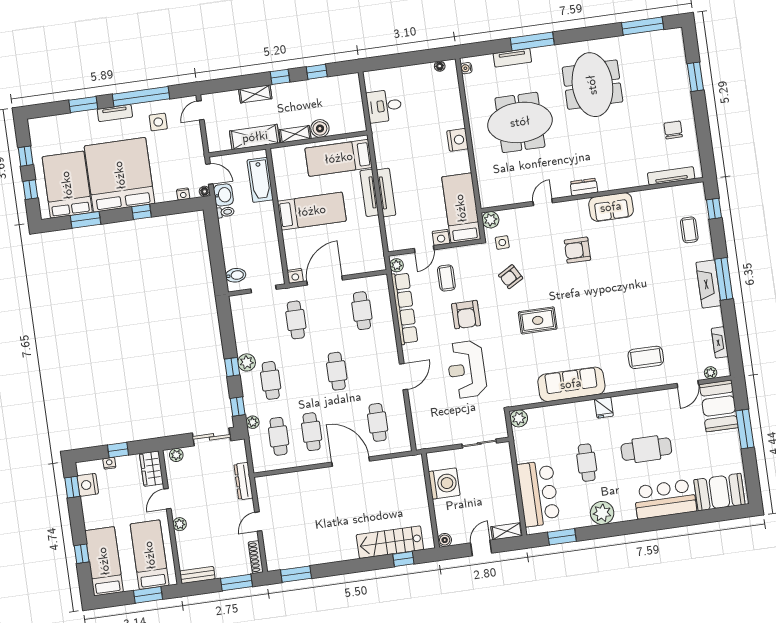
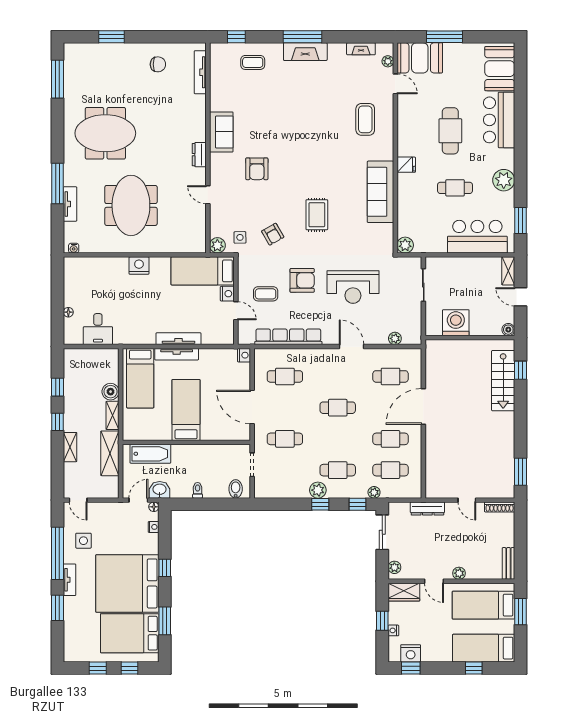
floor lamp: (440, 66) -> (68, 312), moved
chair: (673, 130) -> (158, 64), turned 180
toilet: (225, 212) -> (198, 490), moved
plant: (397, 265) -> (395, 338), moved
nightstand: (295, 276) -> (244, 355), moved
window: (236, 582) -> (520, 528), removed

